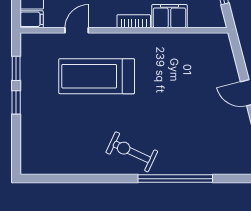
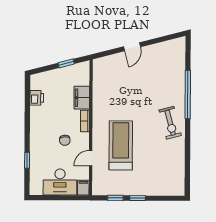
door: (77, 30) -> (91, 158), hinge flipped
treadmill: (97, 76) -> (121, 145), turned 180
exercise bike: (132, 152) -> (170, 123), turned -40

